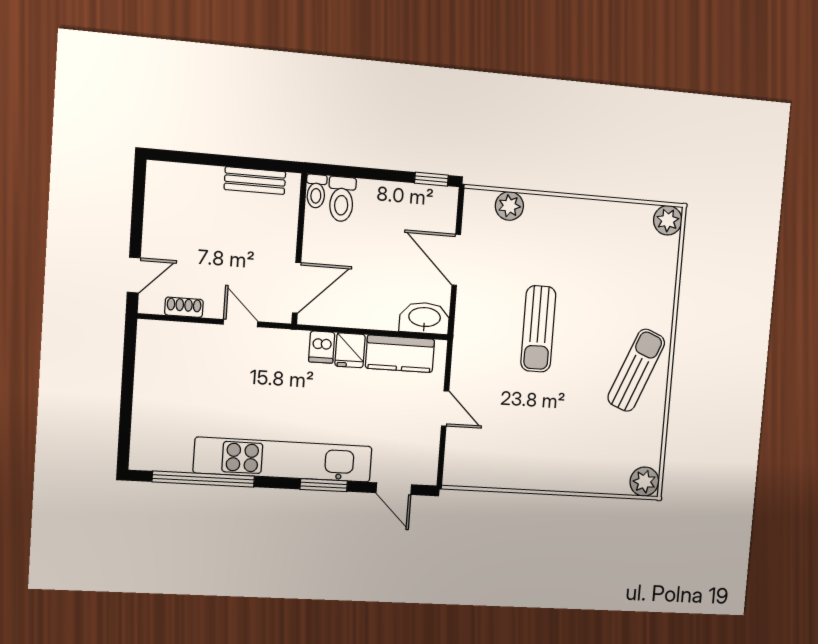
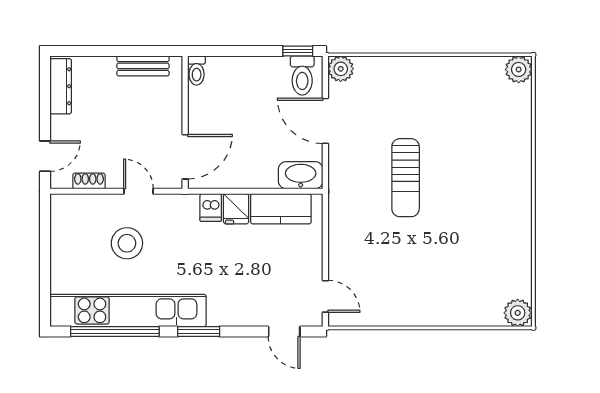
dresser: (157, 196) -> (61, 86), added
toilet: (342, 199) -> (302, 75), moved
plant: (509, 206) -> (341, 69), moved
sun lounger: (636, 370) -> (501, 209), removed
stool: (224, 381) -> (127, 243), added
door: (445, 409) -> (325, 296), moved
kitchen unit: (283, 460) -> (128, 310), moved
window: (324, 485) -> (199, 332), moved

